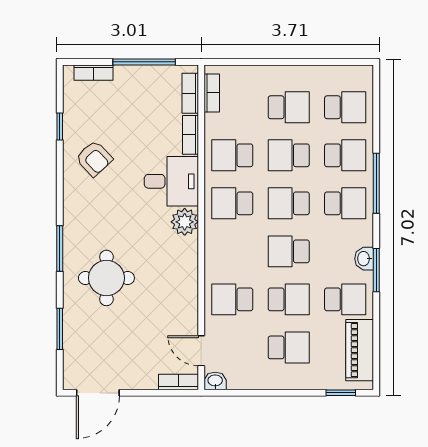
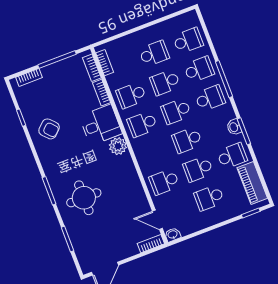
school desk: (289, 299) -> (198, 169), turned 180
school desk: (289, 347) -> (209, 198), turned 180

